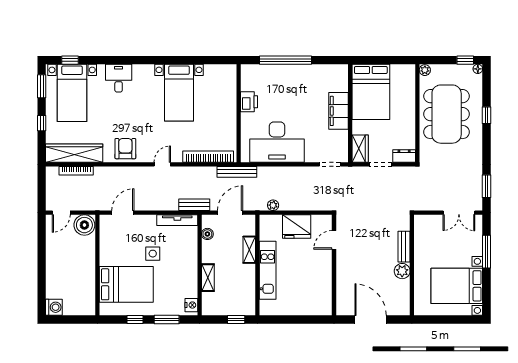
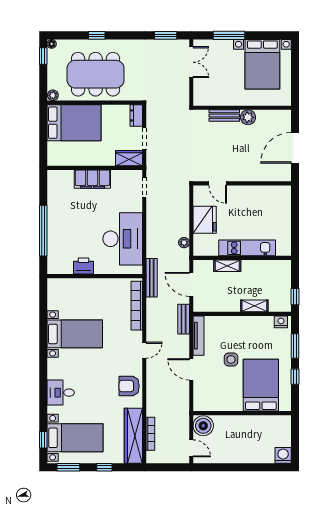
bed: (371, 92) -> (74, 123), moved
door: (162, 164) -> (144, 350), swing flipped
door: (123, 213) -> (191, 369), moved
boiler: (207, 234) -> (212, 306), removed
window: (236, 319) -> (295, 297), moved

